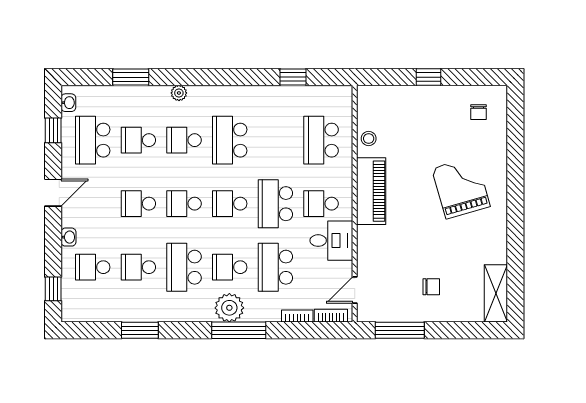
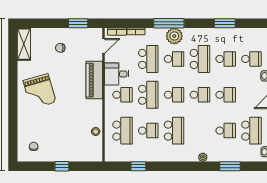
school desk: (184, 140) -> (148, 131), moved
grand piano: (461, 187) -> (40, 91), moved
piano: (371, 191) -> (94, 80), moved
window: (400, 330) -> (78, 23), width x0.69

